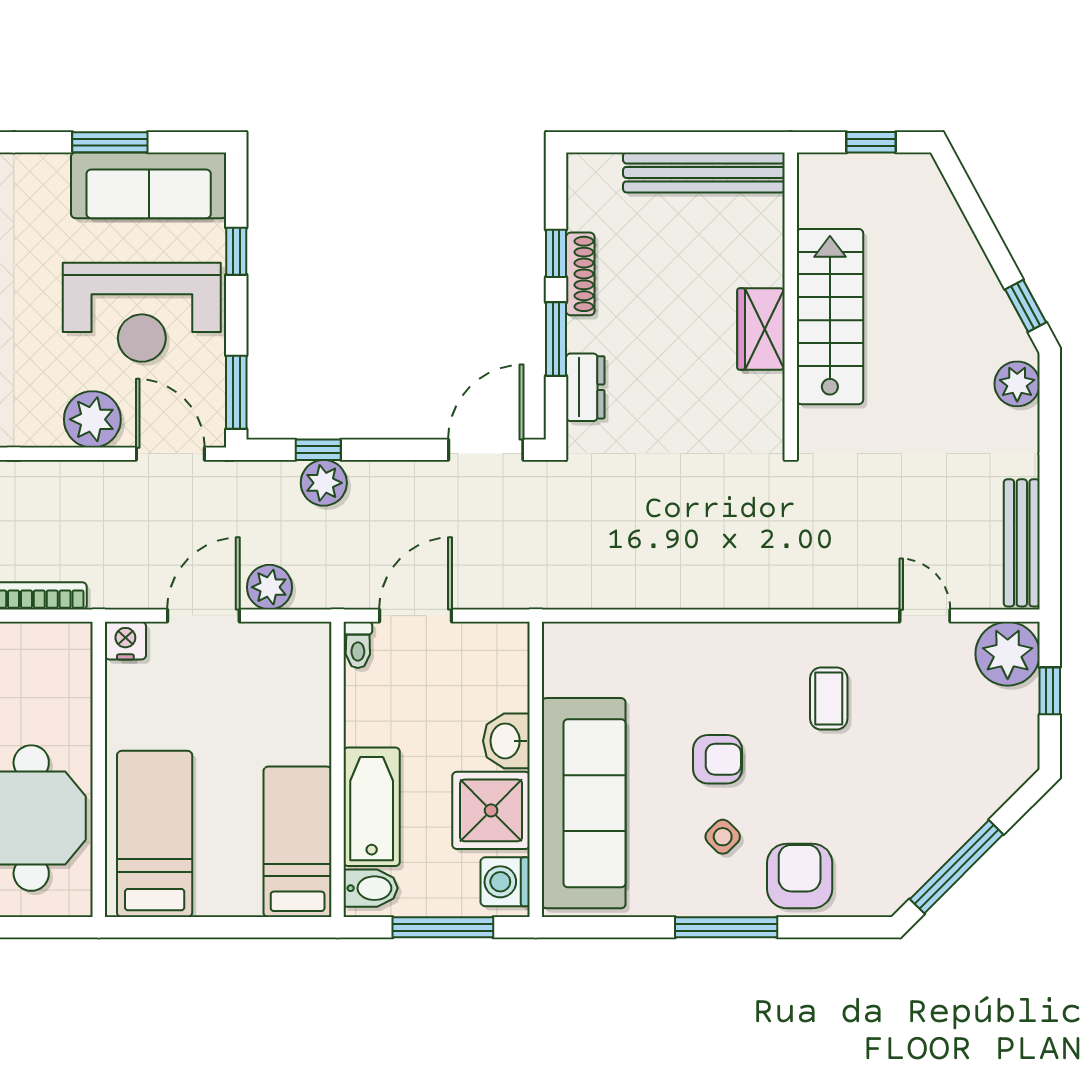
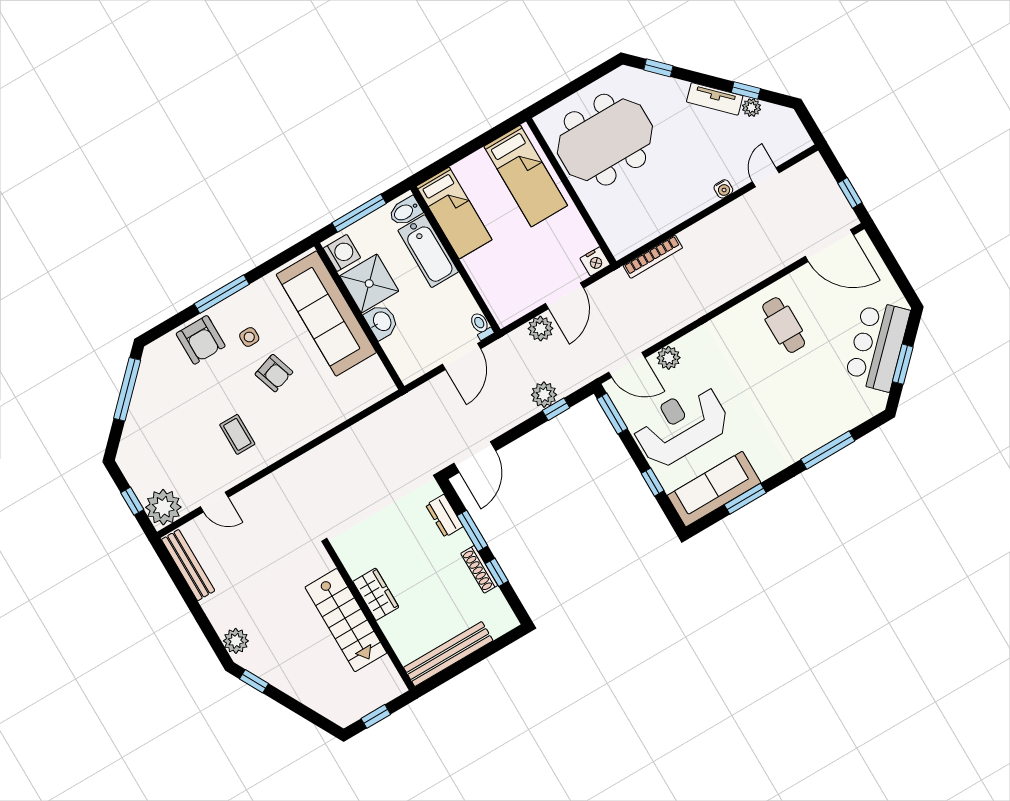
plant: (92, 419) -> (669, 358), width x0.73, depth x0.73
armchair: (717, 759) -> (274, 373), turned -108
side table: (723, 837) -> (249, 337), turned 45

